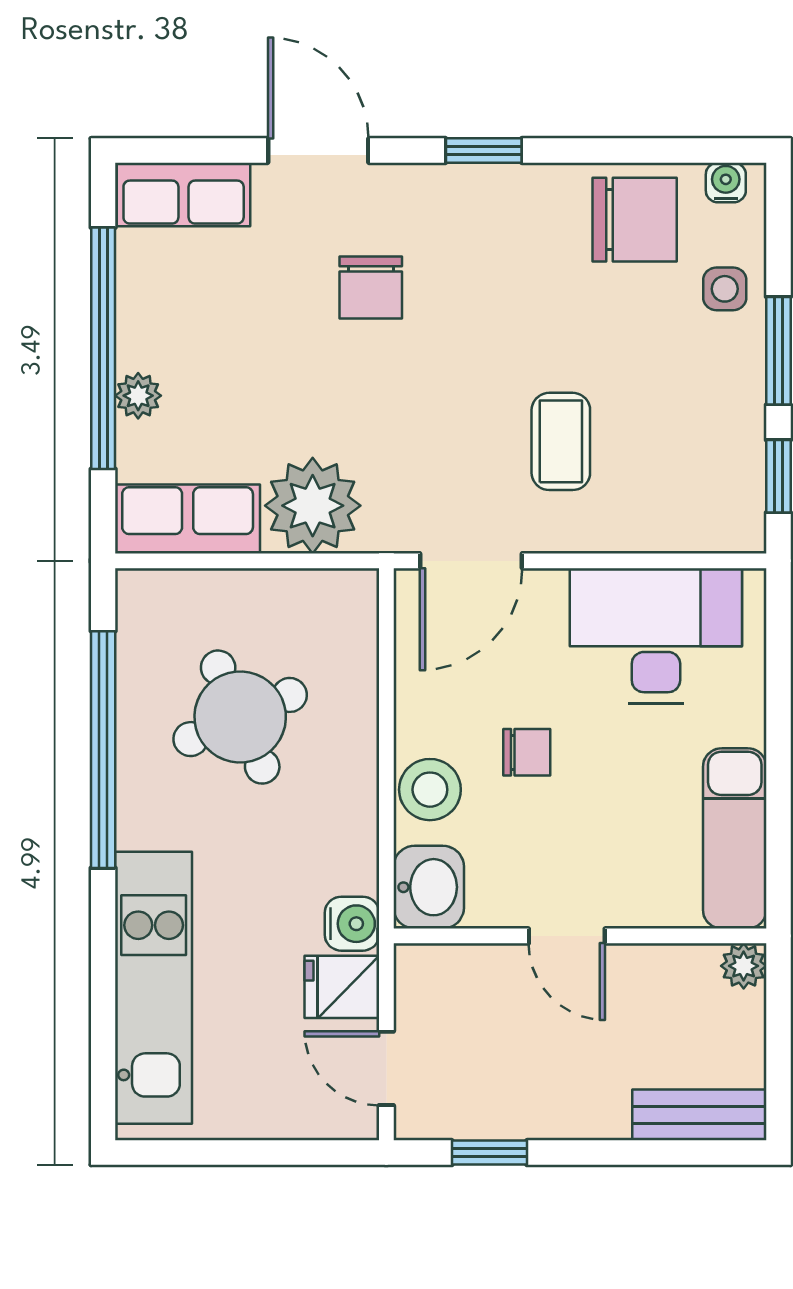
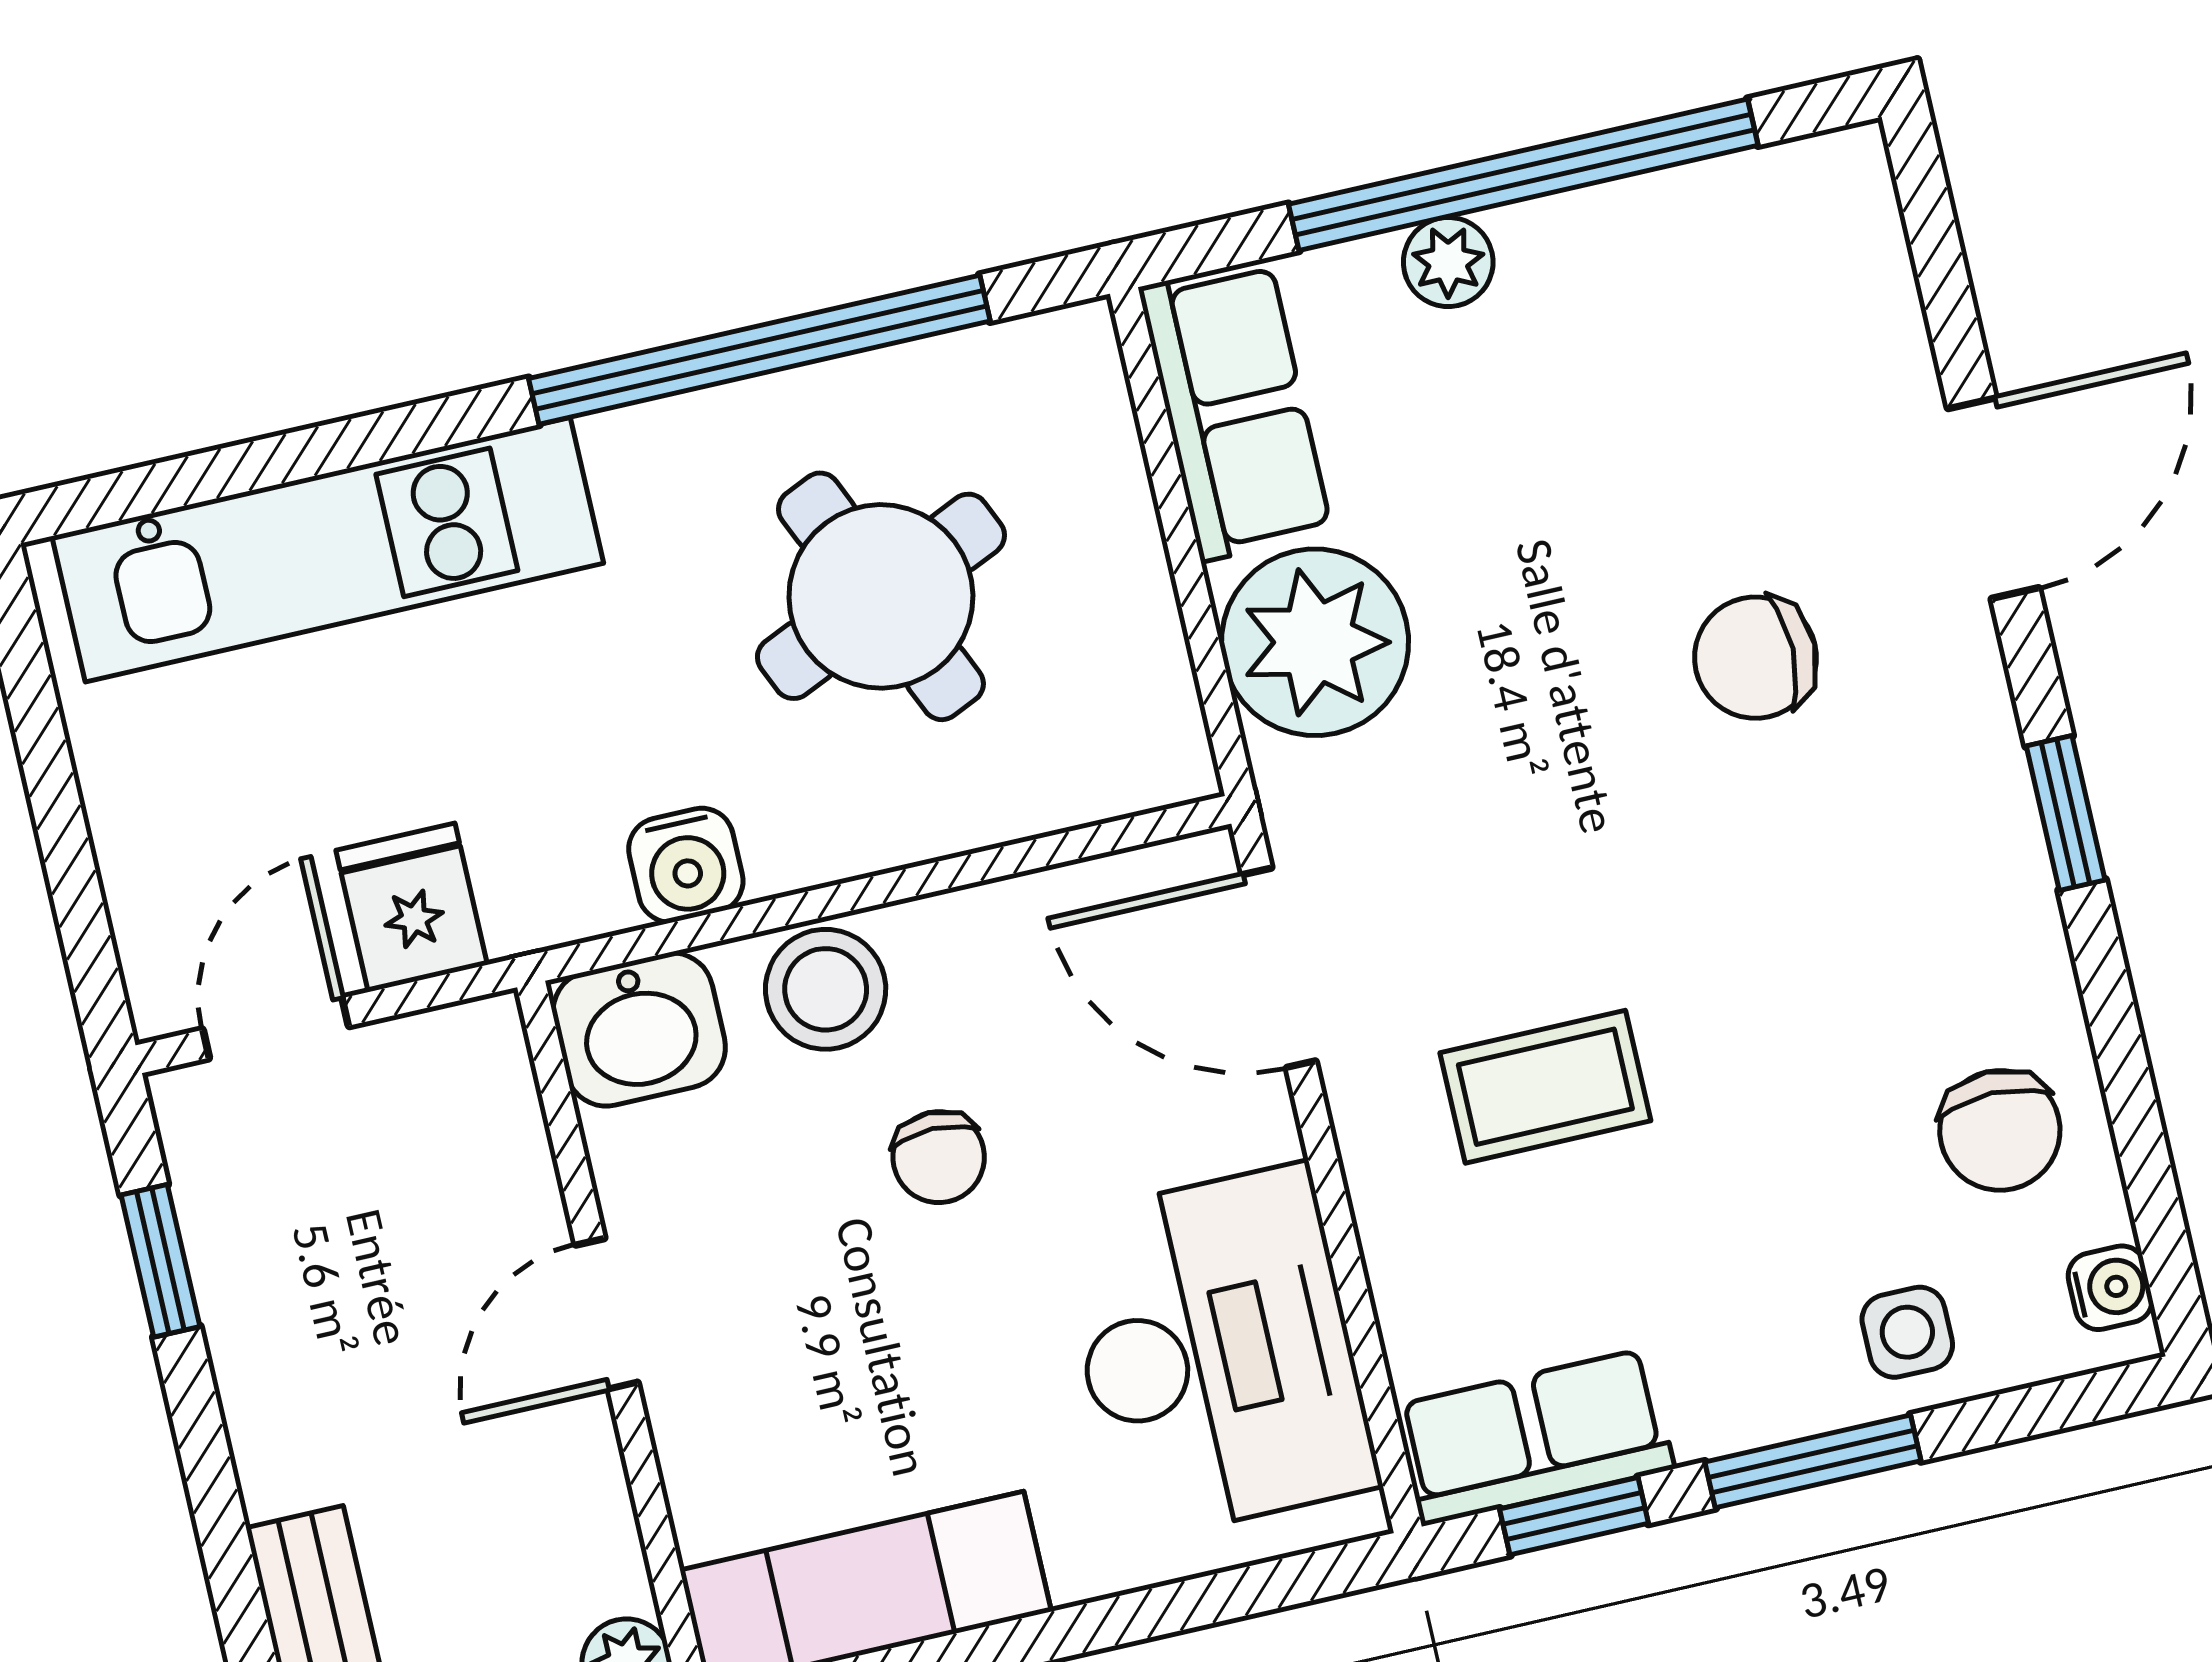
row of seats: (184, 194) -> (1534, 1437), moved, turned 90
chair: (635, 220) -> (2000, 1130), width x0.73, depth x0.73
water cooler: (352, 924) -> (686, 865), moved

